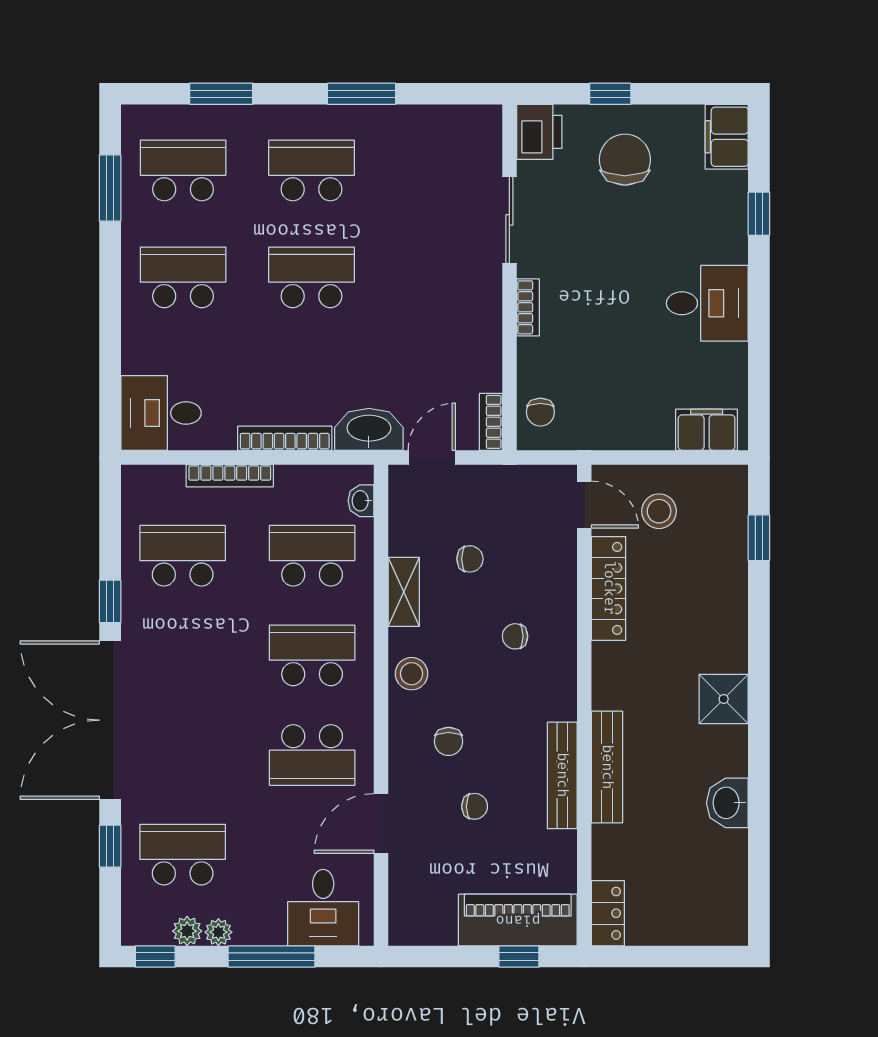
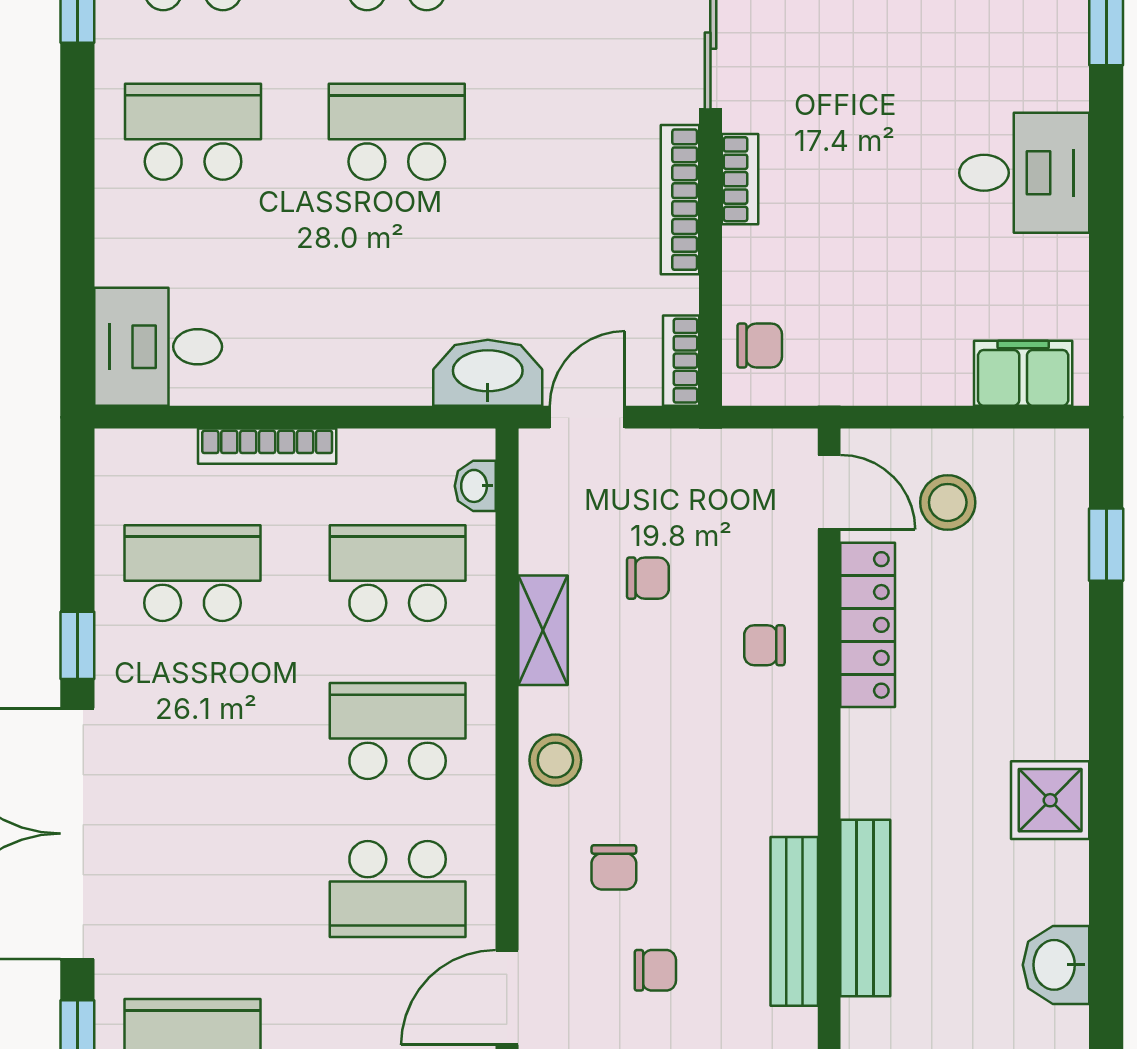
chair: (540, 412) -> (760, 345), turned -90
bookcase: (285, 438) -> (680, 200), moved, turned -90
chair: (515, 636) -> (764, 645), moved

